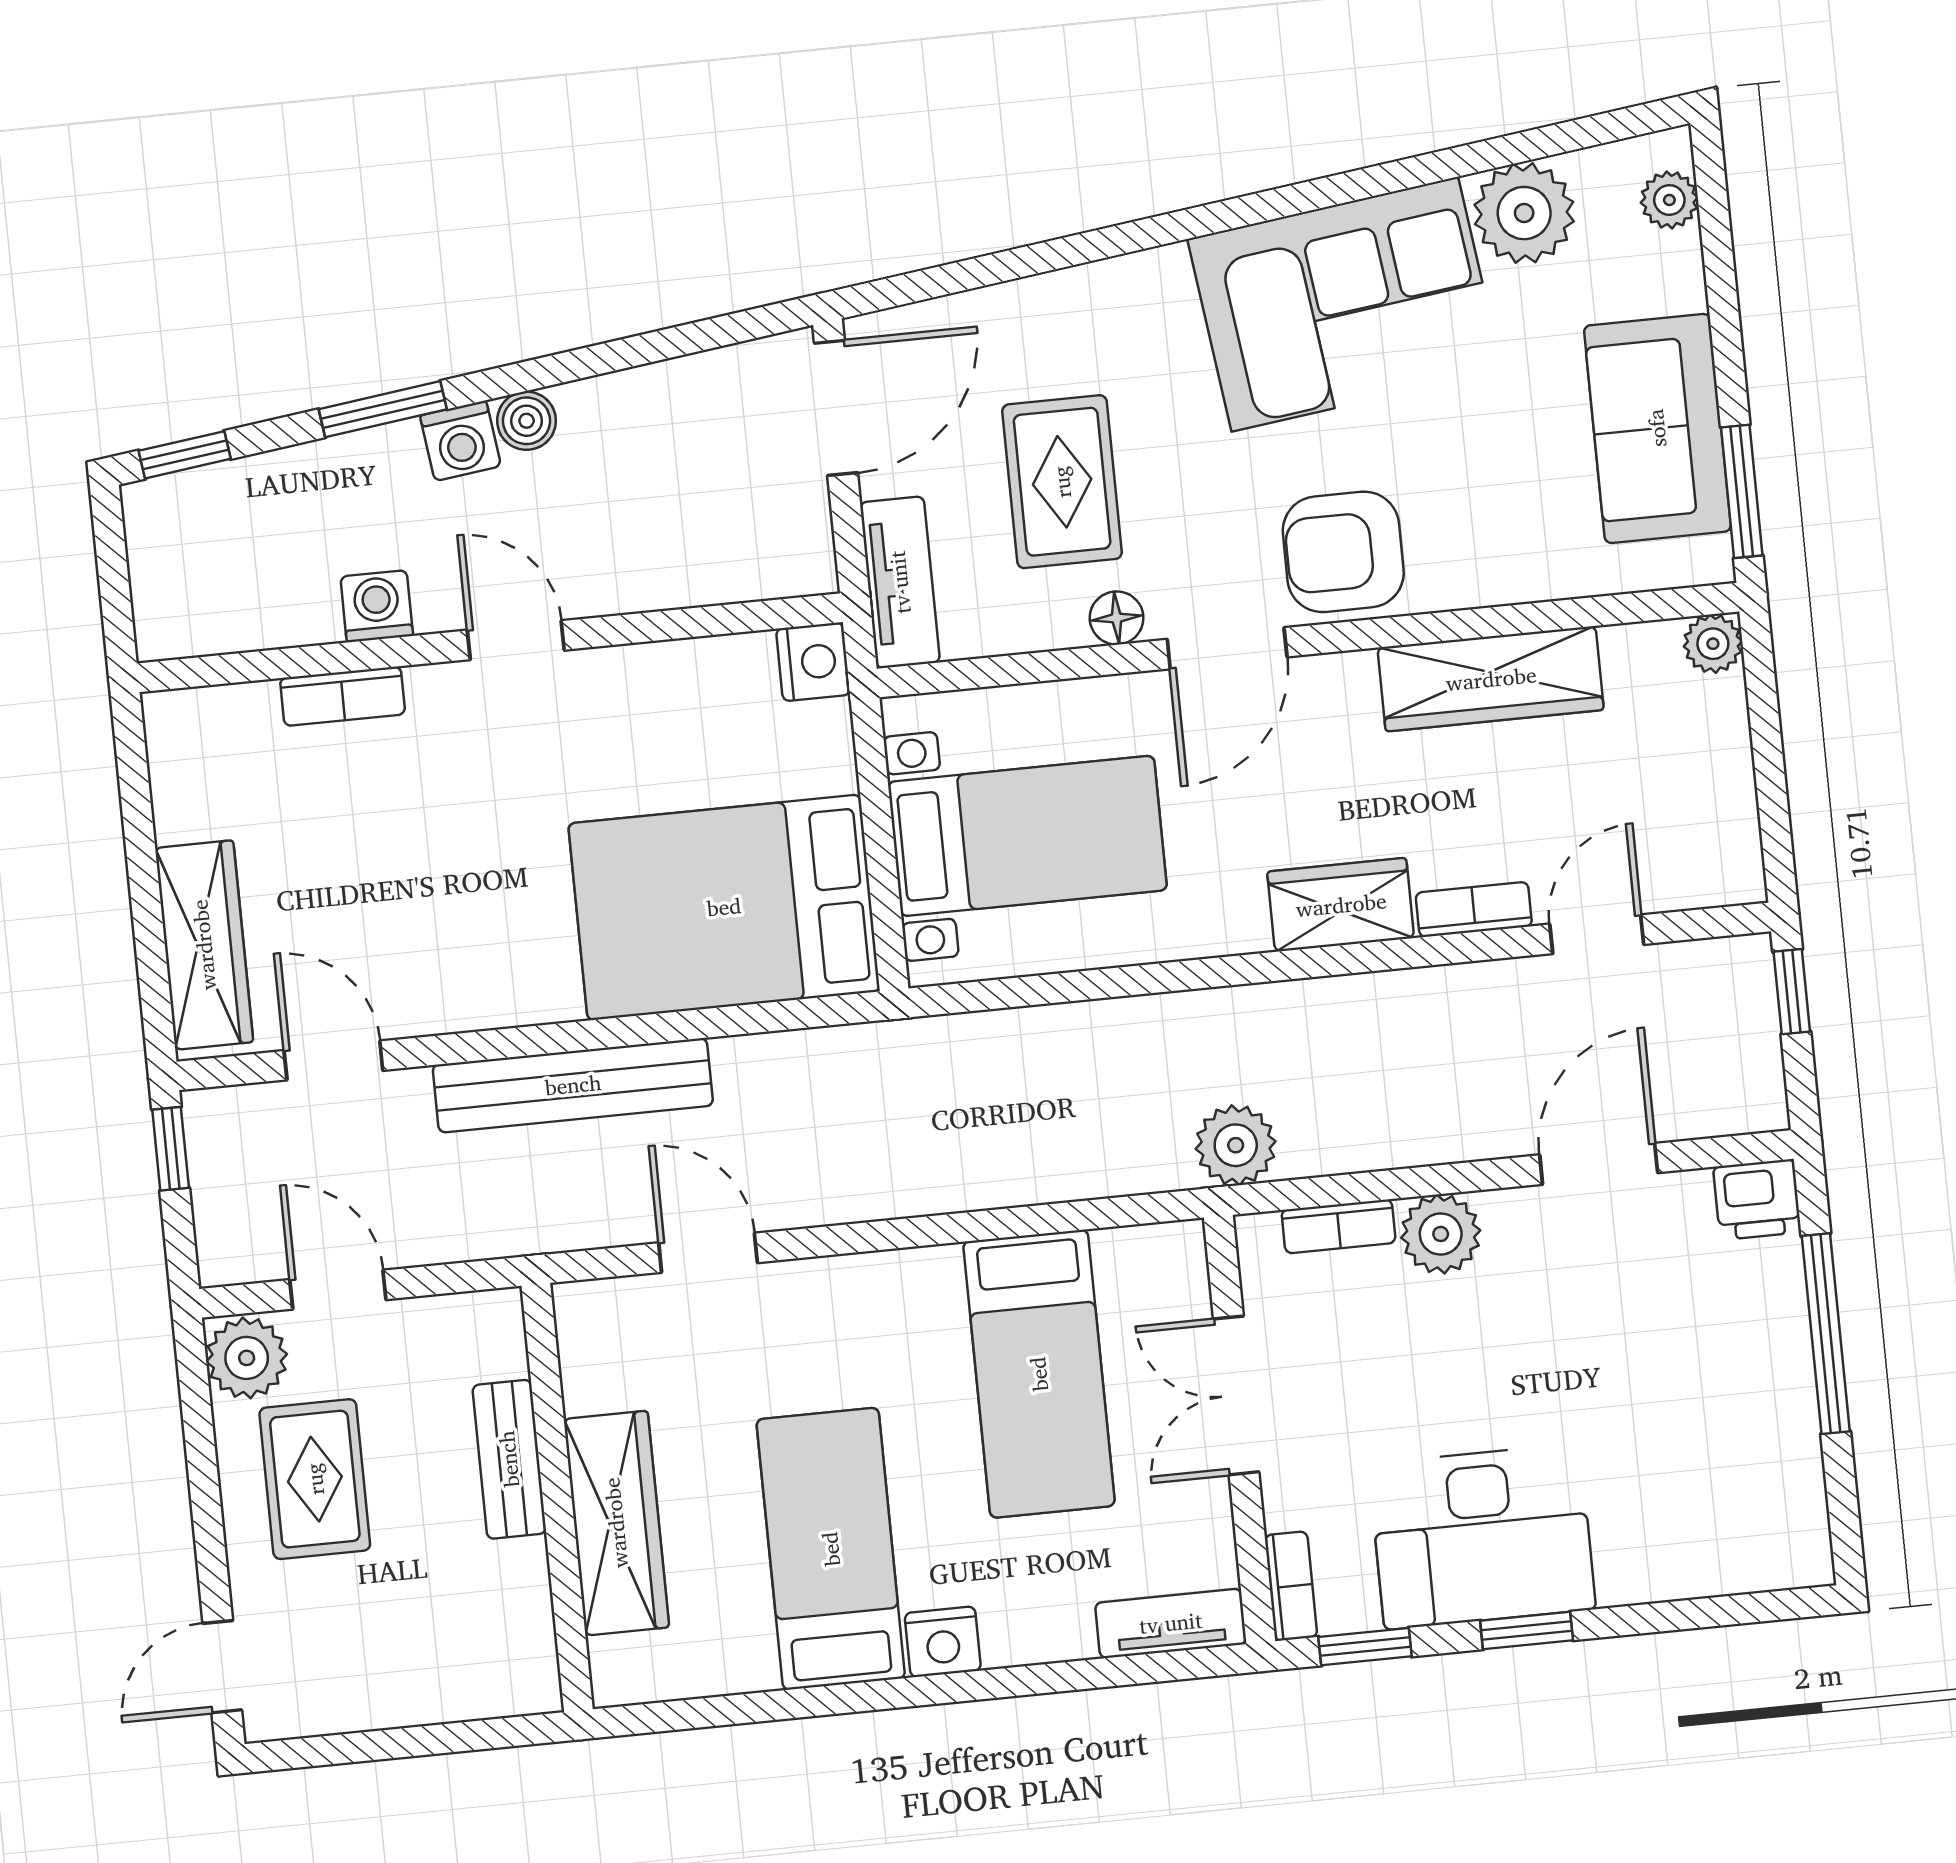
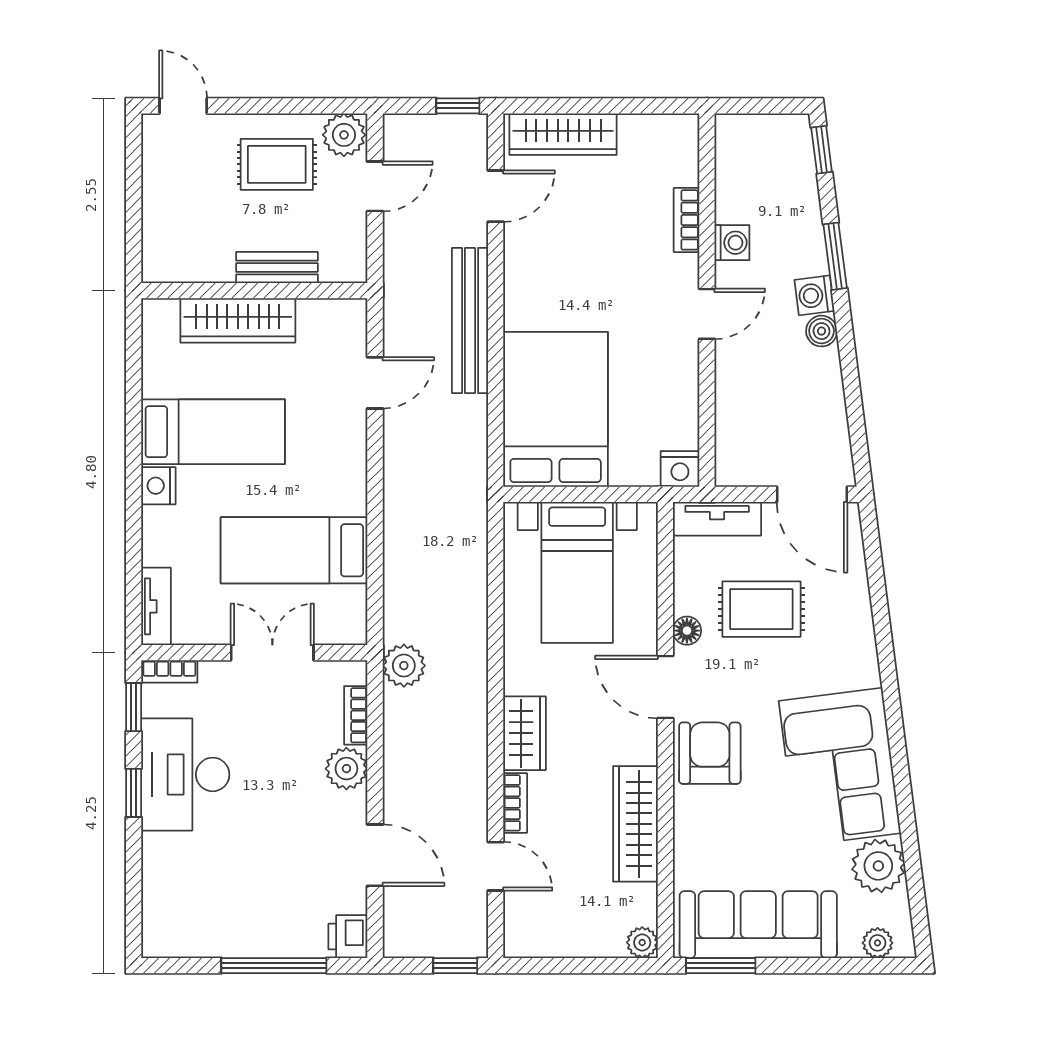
sofa: (1657, 428) -> (758, 925), width x1.36

